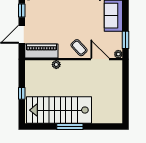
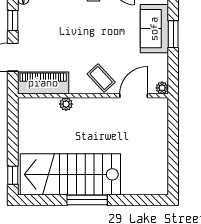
window: (126, 40) -> (173, 34), moved
door: (100, 59) -> (134, 96), hinge flipped
window: (22, 93) -> (13, 175), moved

